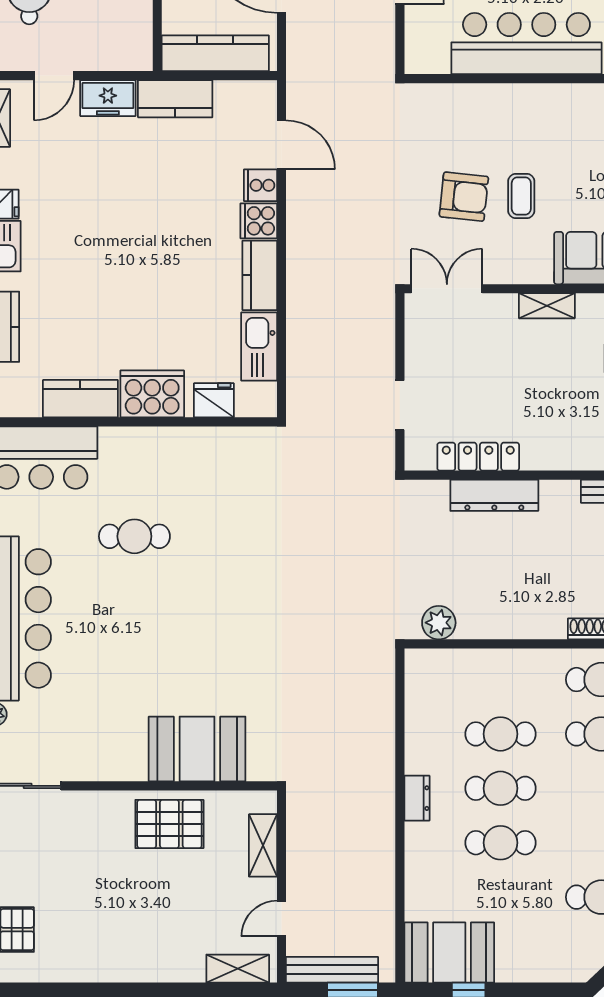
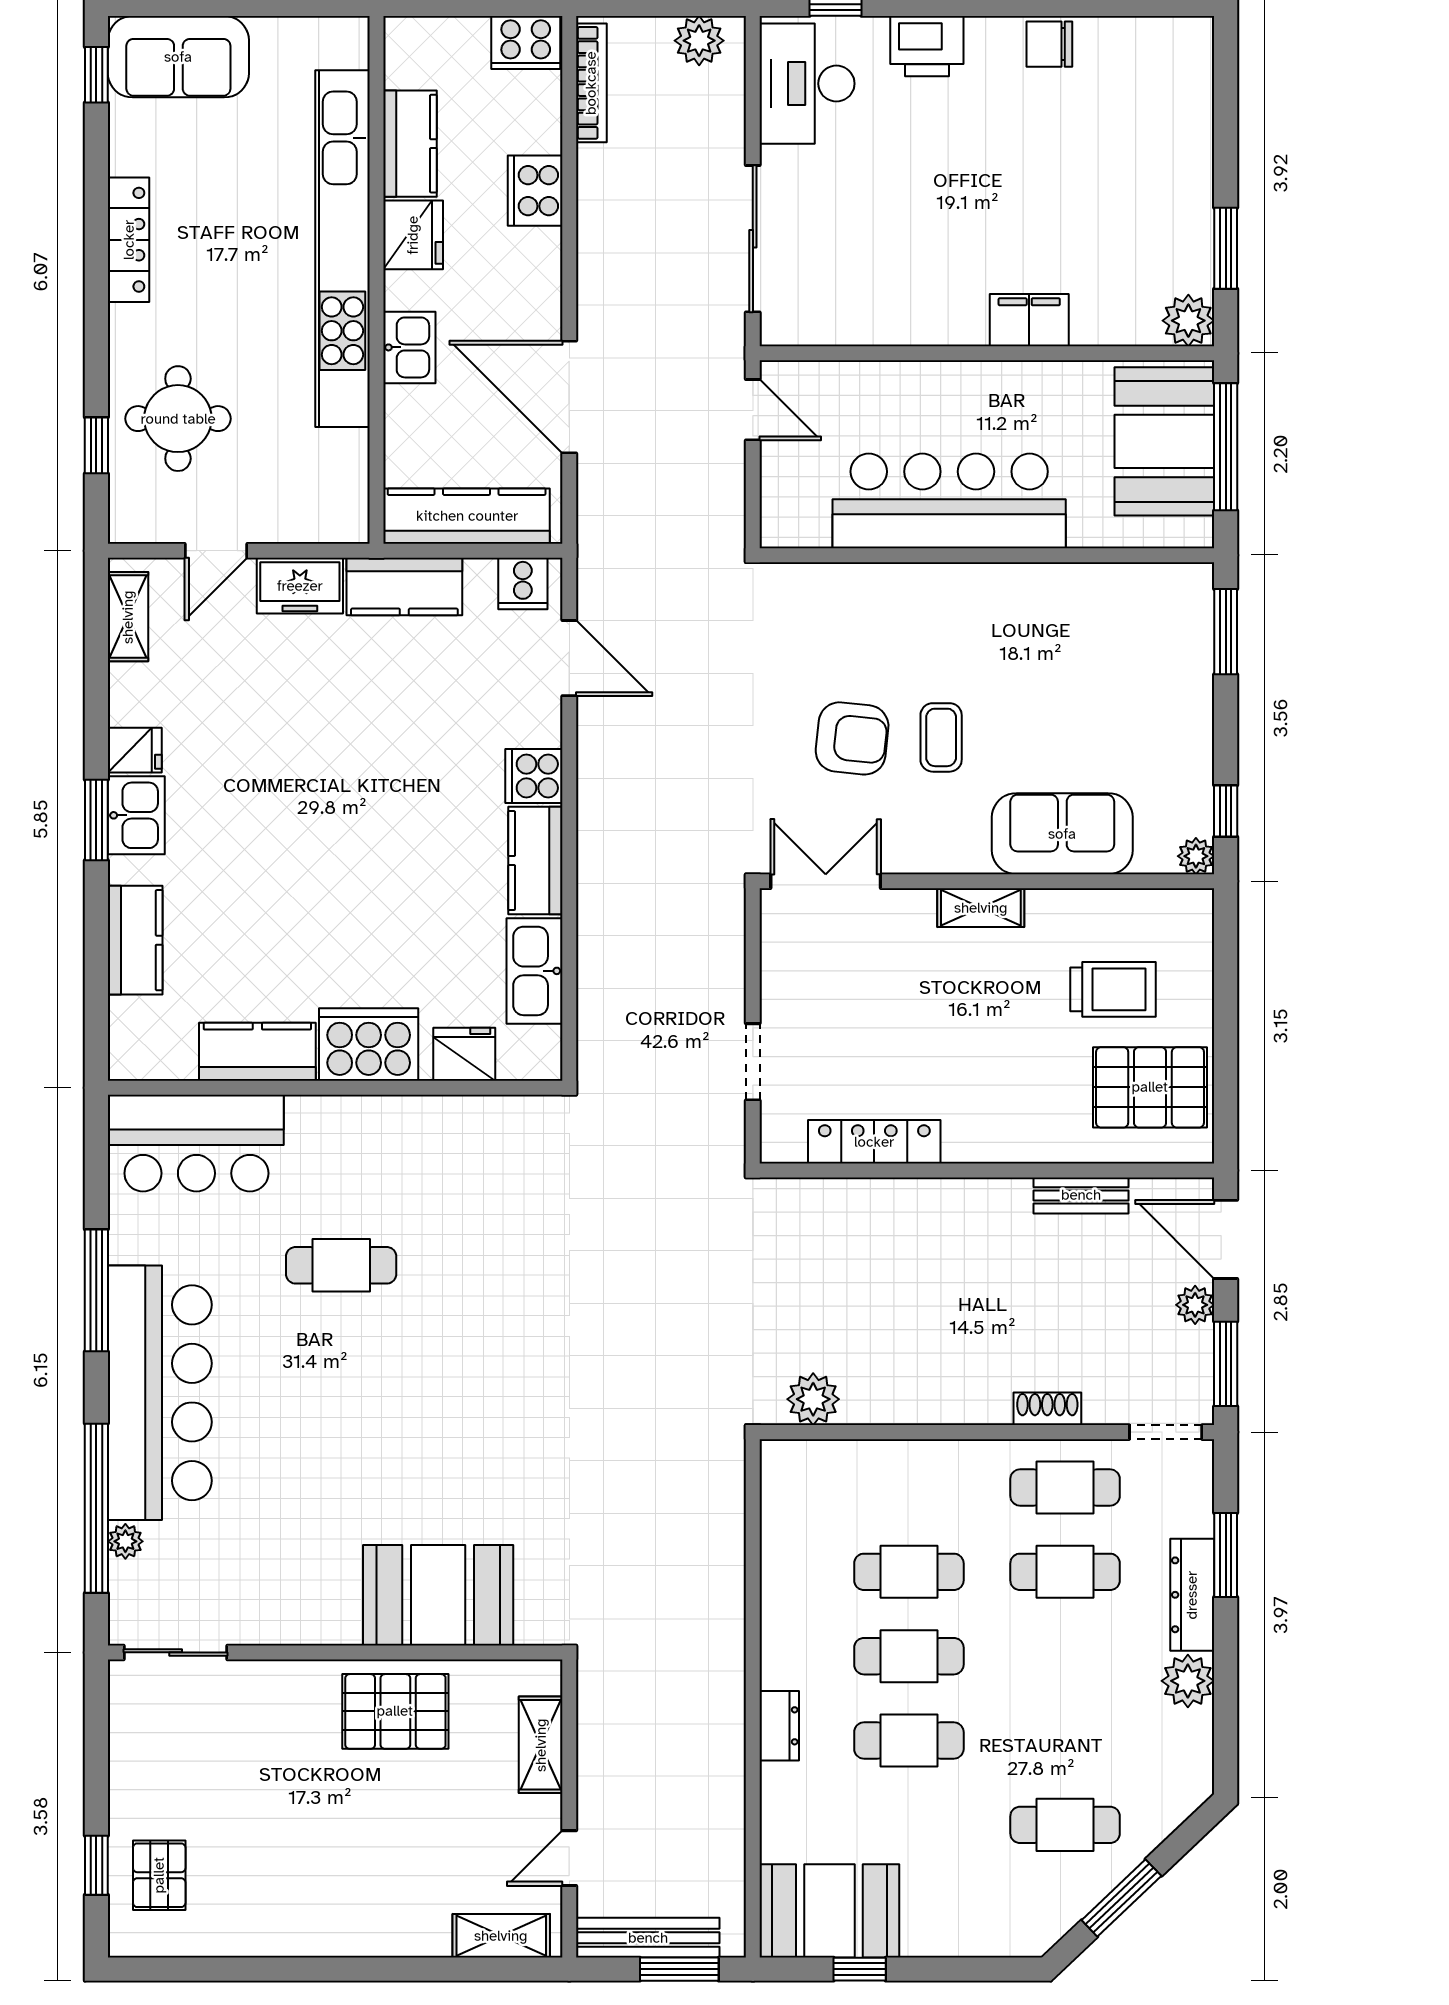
cooker: (260, 185) -> (523, 583), moved, turned -90
dresser: (494, 495) -> (899, 1202), removed
dresser: (417, 798) -> (779, 1726), moved

